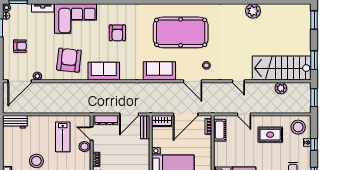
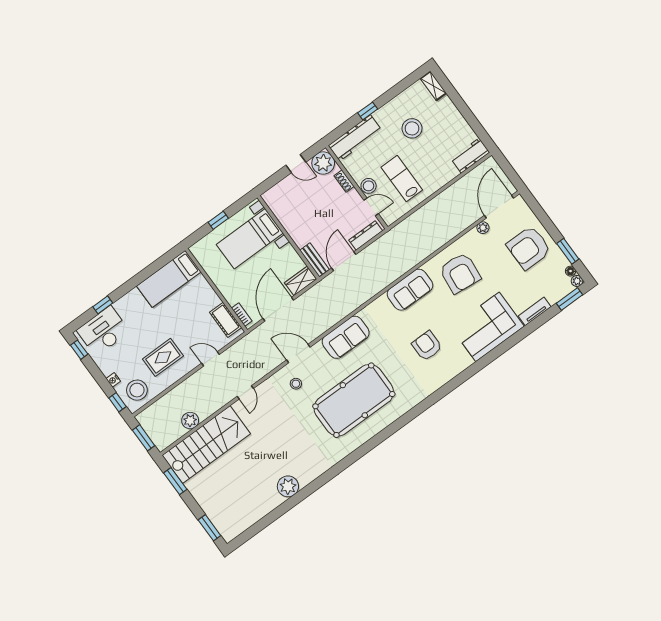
armchair: (20, 46) -> (529, 248), width x1.88, depth x1.88
door: (238, 81) -> (245, 392), swing flipped
window: (314, 144) -> (118, 402), moved

